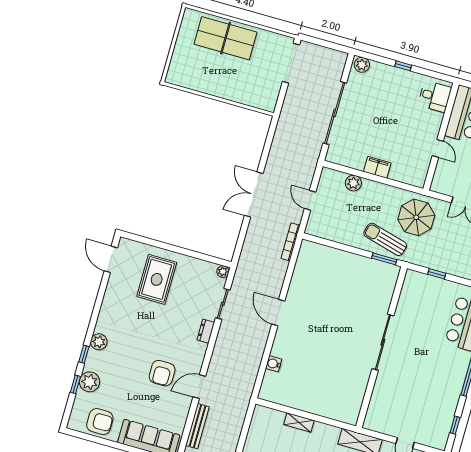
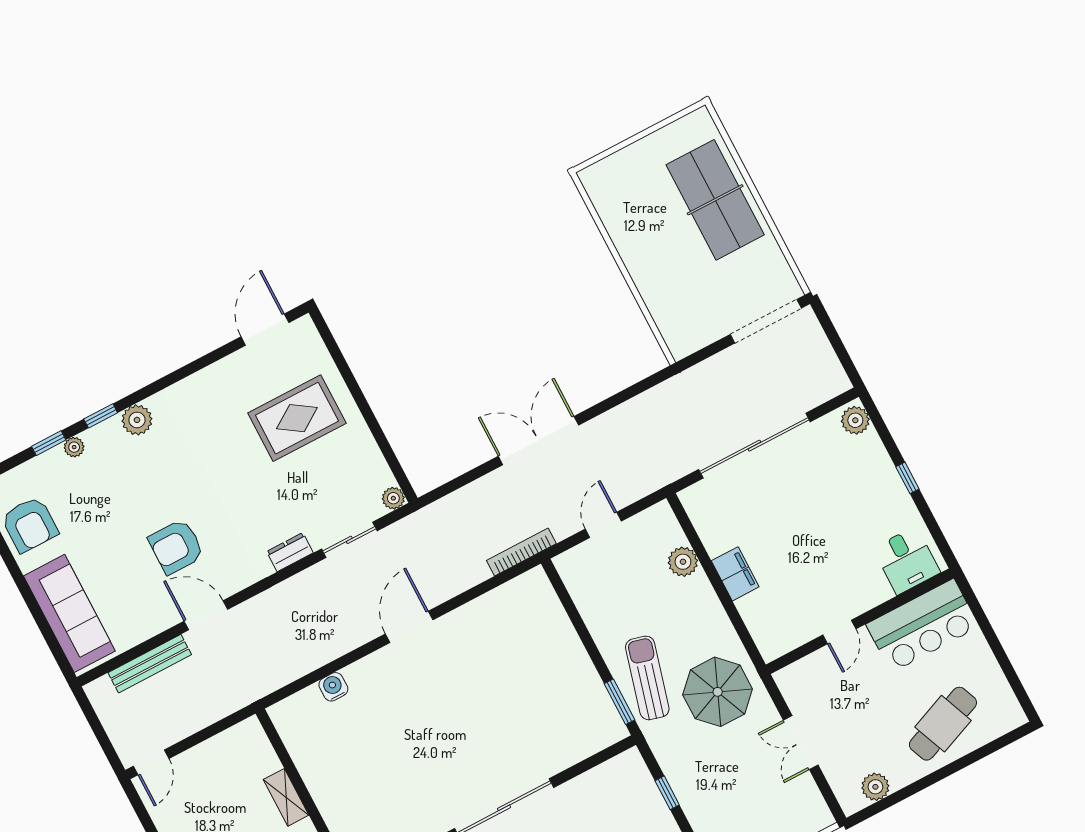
plant: (89, 382) -> (74, 447), width x0.53, depth x0.53

